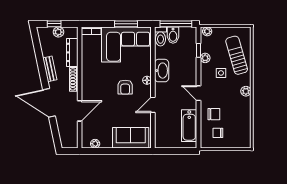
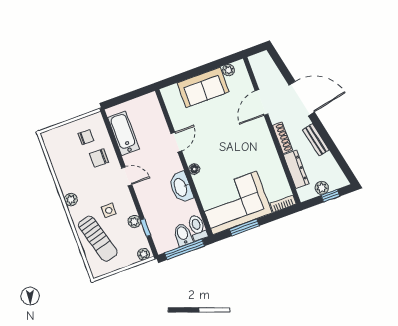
armchair: (125, 87) -> (217, 151), removed
sofa: (131, 138) -> (203, 87), moved

